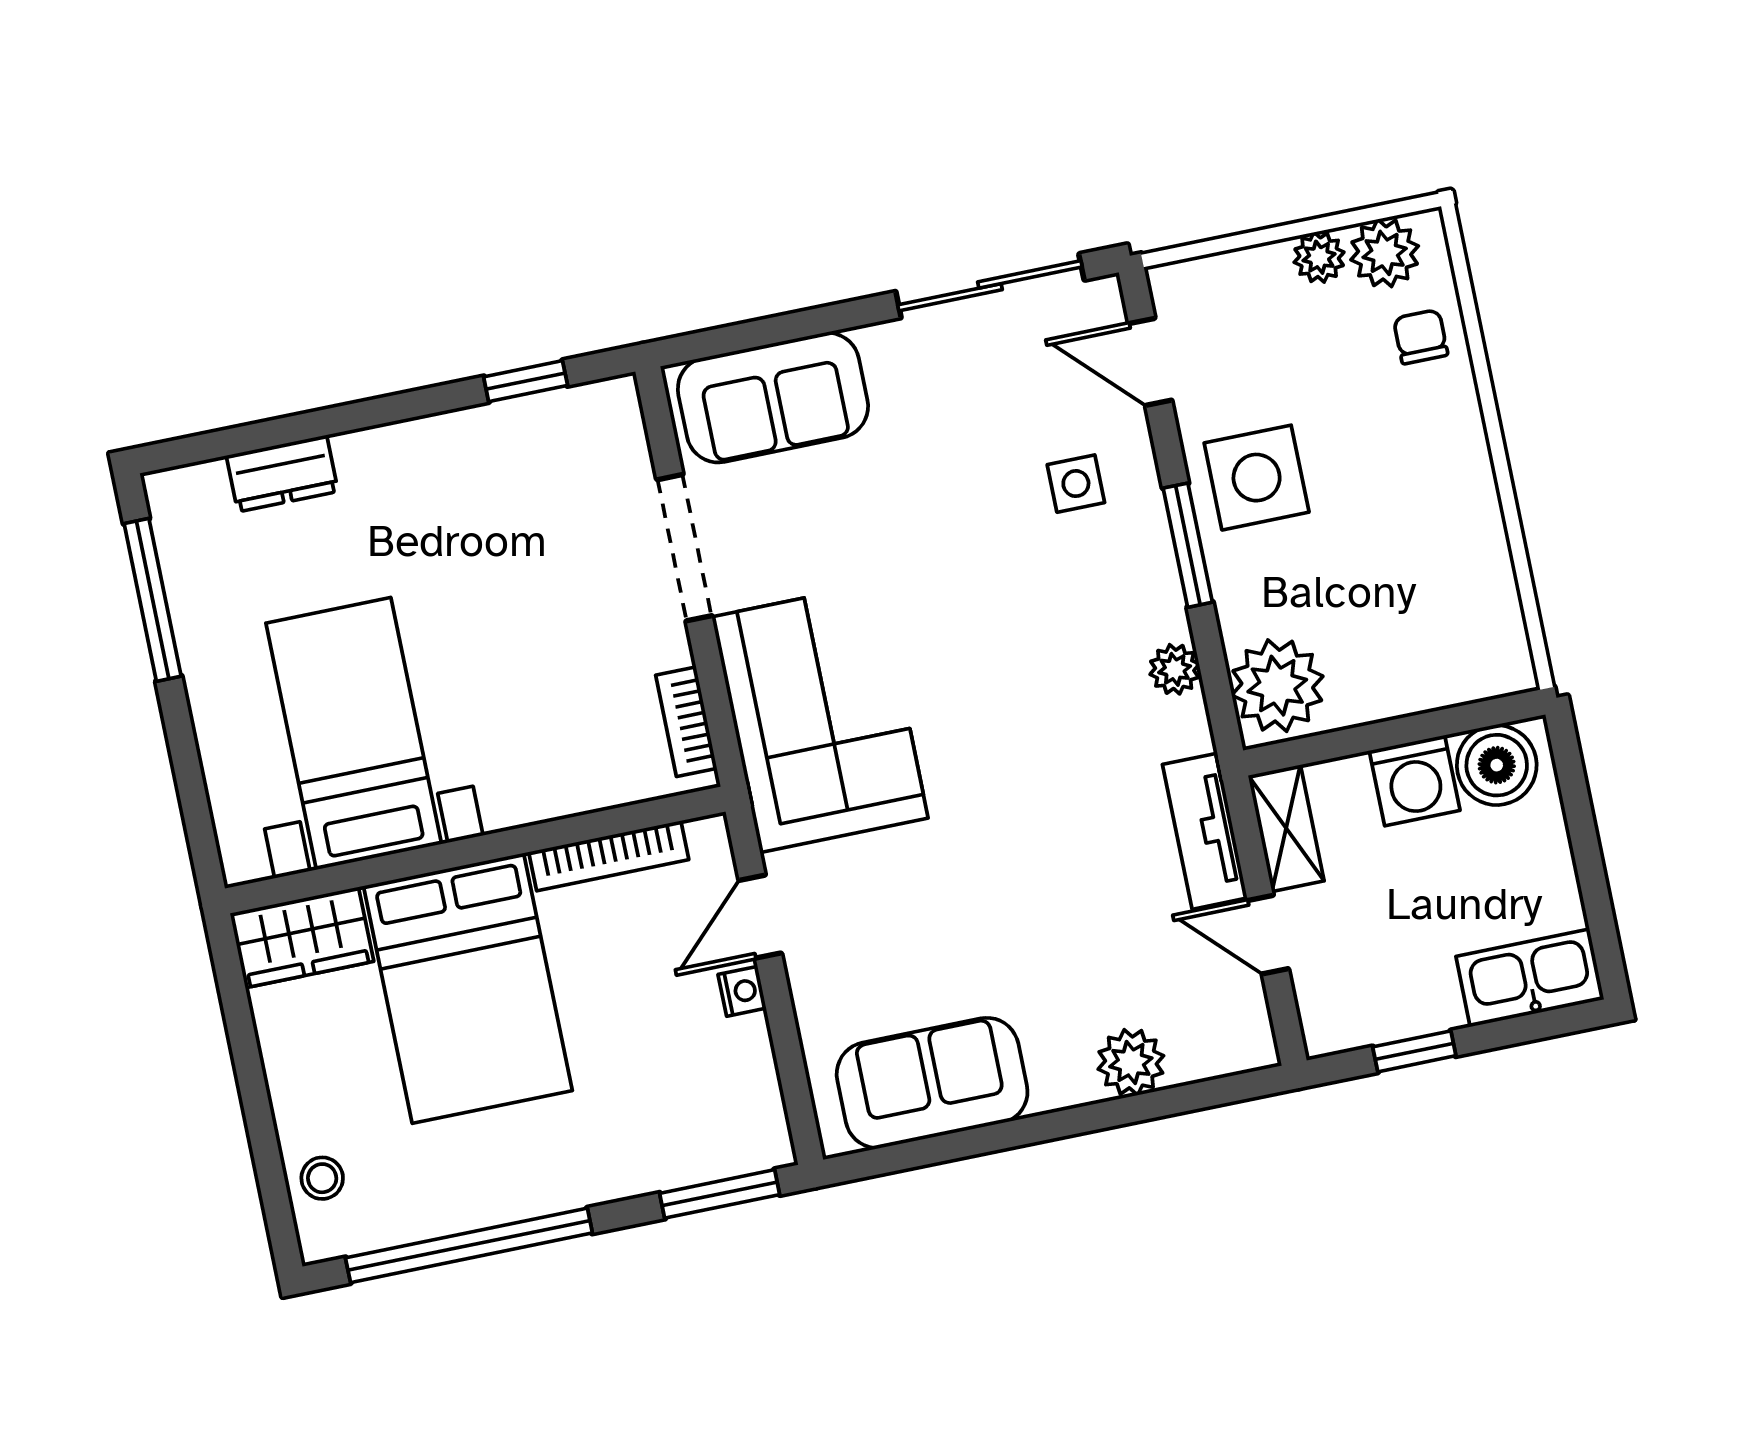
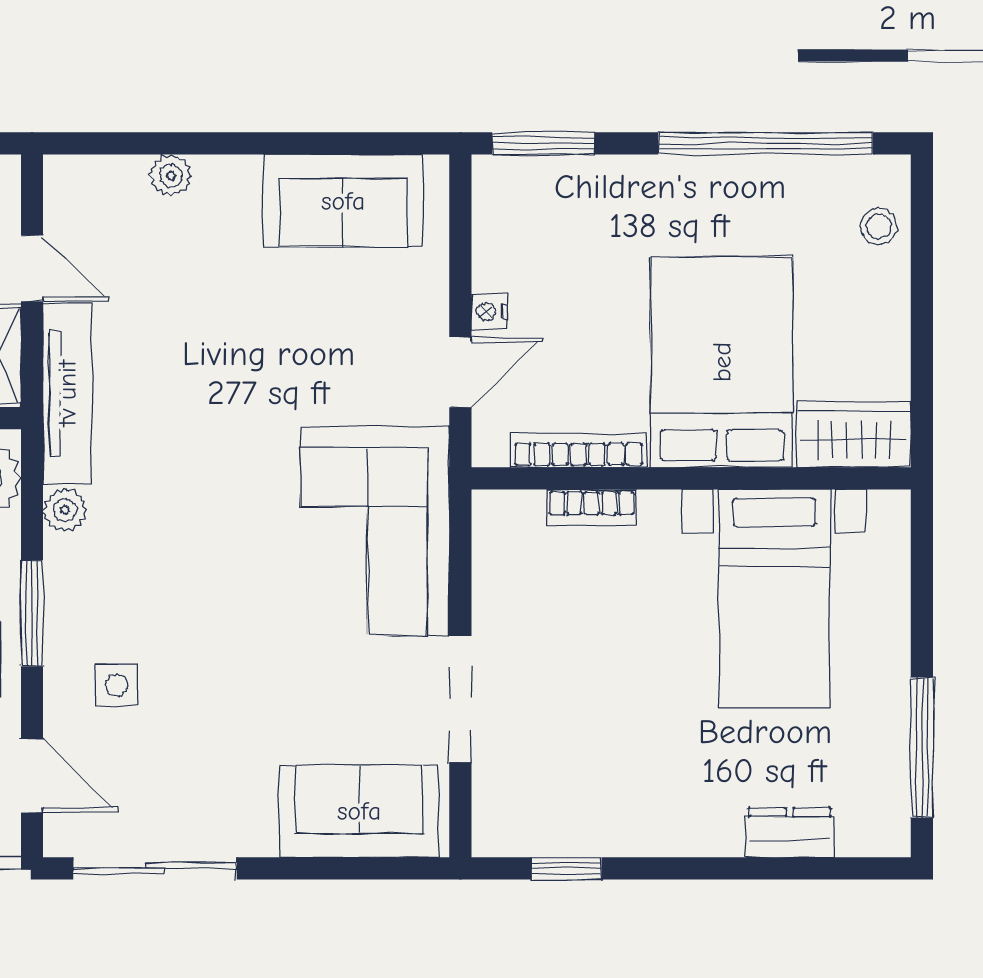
bookcase: (686, 722) -> (592, 507), moved, turned 90
tv unit: (1205, 831) -> (67, 393), width x1.41
plant: (1131, 1062) -> (171, 175), width x0.73, depth x0.73

